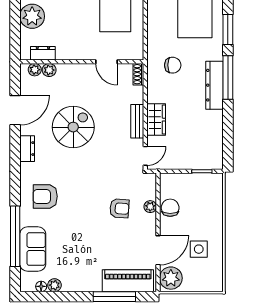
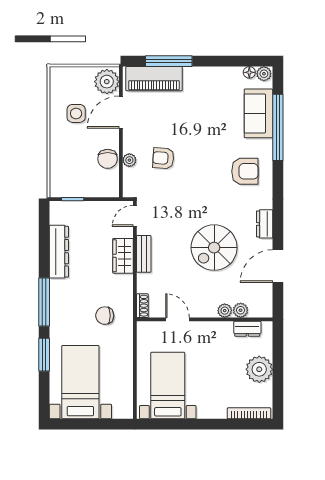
plant: (35, 70) -> (225, 311), moved
dresser: (214, 85) -> (59, 252), moved
plant: (54, 285) -> (264, 74), moved

